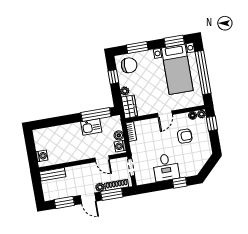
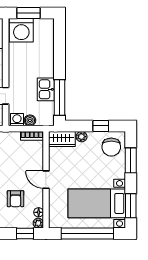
window: (31, 152) -> (29, 13), added
washing machine: (42, 156) -> (21, 30), width x1.89, depth x1.89

